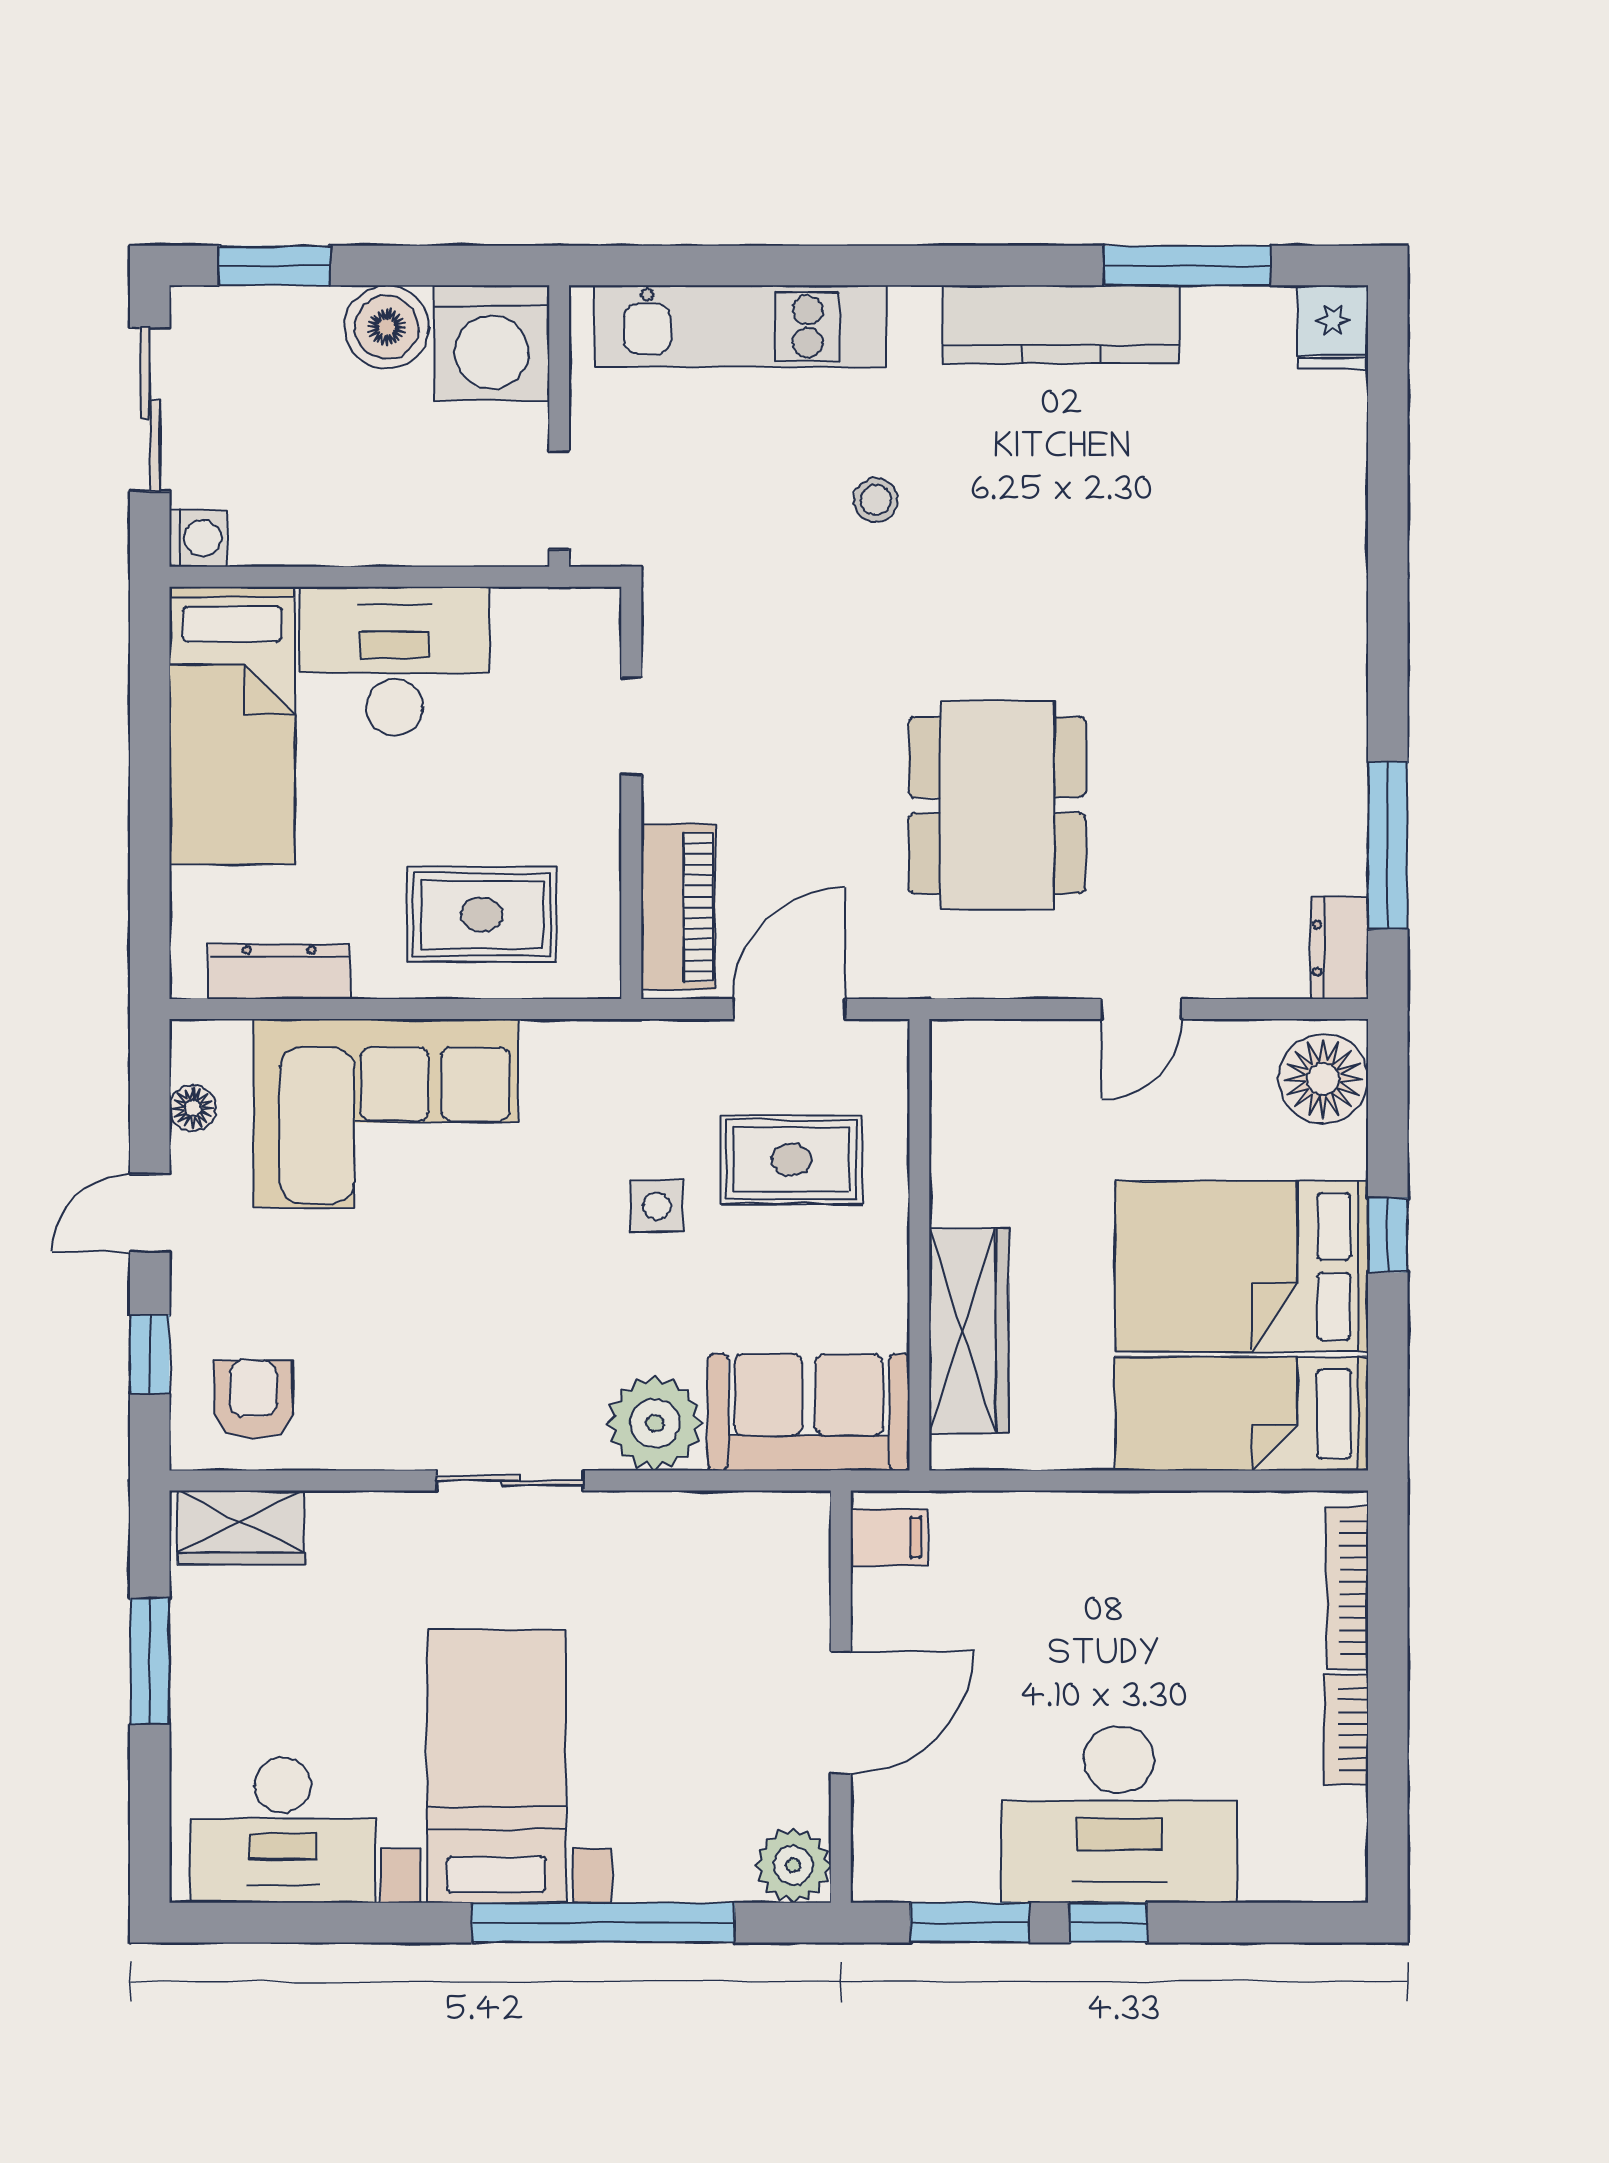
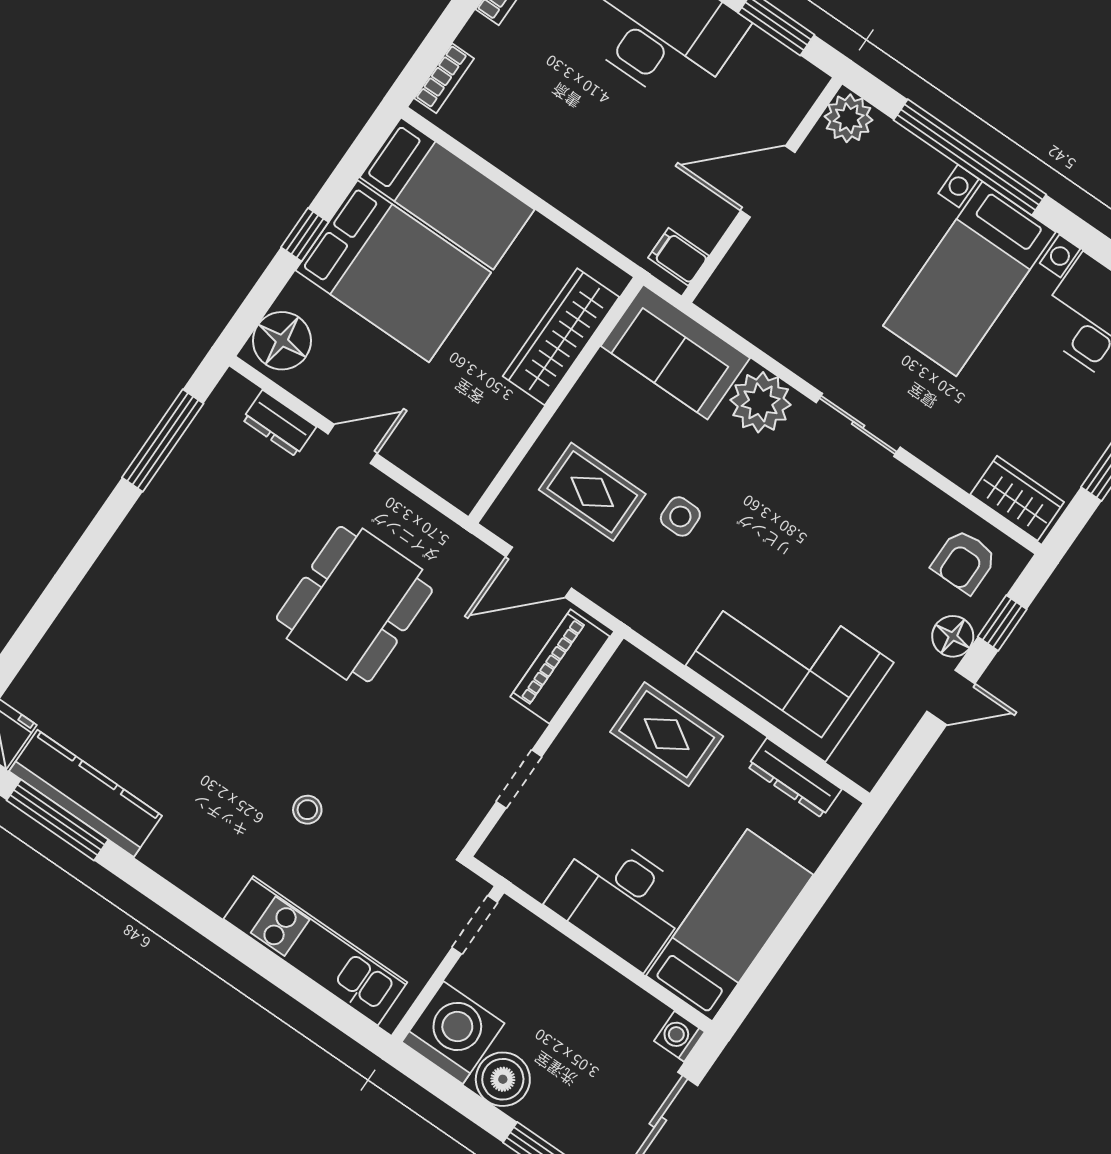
kitchen counter: (1061, 325) -> (86, 793), moved
dresser: (1339, 948) -> (279, 423), moved, turned 90
floor lamp: (193, 1108) -> (953, 636), moved, width x1.37, depth x1.37
bookcase: (1347, 1588) -> (444, 78), width x0.64

